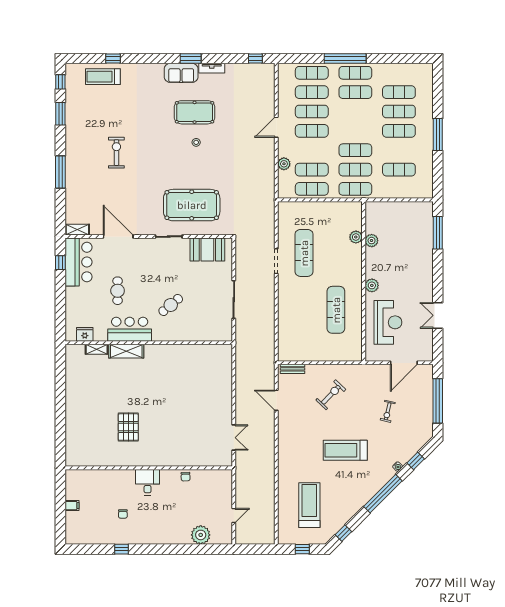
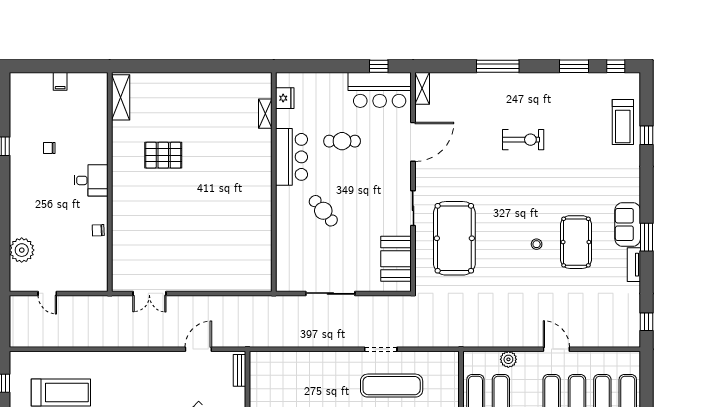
treadmill: (103, 77) -> (623, 122), turned 180
shelving: (126, 351) -> (121, 97), moved

